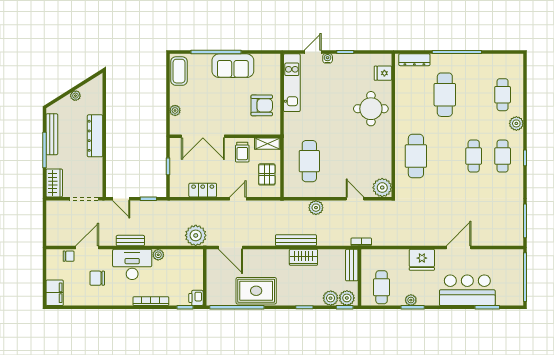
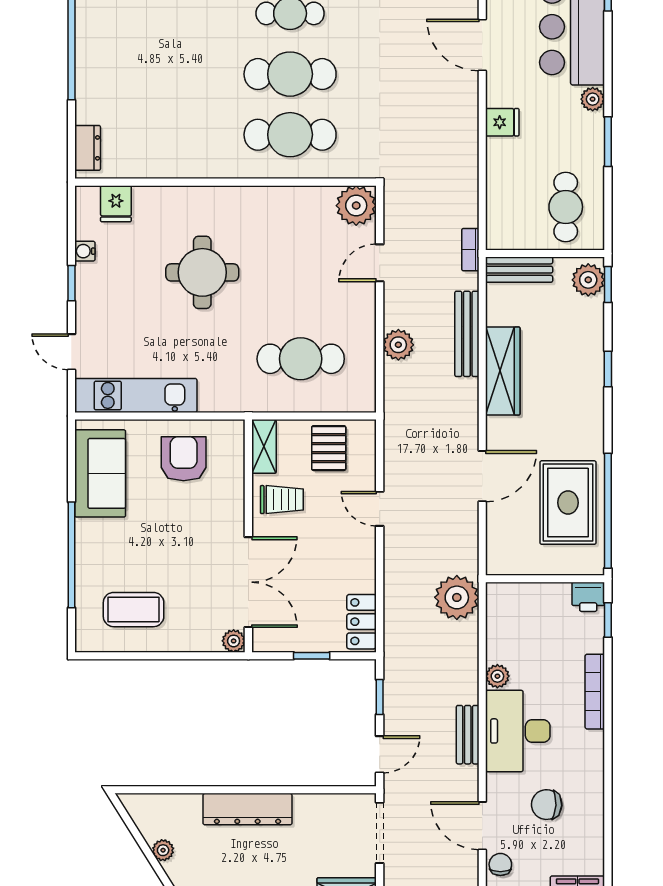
water cooler: (328, 58) -> (85, 251), moved
dresser: (414, 60) -> (88, 148), width x0.70
sofa: (233, 66) -> (100, 473), moved
coffee table: (179, 71) -> (134, 610), moved
cafe table: (445, 95) -> (290, 74), moved
round table: (371, 109) -> (202, 272), moved
plant: (175, 110) -> (234, 641), moved
pallet: (267, 174) -> (329, 448), turned 90
locker: (203, 190) -> (362, 622), moved
bench: (296, 240) -> (467, 334), moved
door: (230, 248) -> (482, 476), moved
wardrobe: (303, 257) -> (503, 371), width x1.50
fridge: (422, 260) -> (502, 122), width x0.53, depth x0.75
chair: (97, 278) -> (547, 805), turned 93
cafe table: (382, 287) -> (566, 207), turned 90
rug: (256, 291) -> (568, 503), moved
plant: (331, 298) -> (589, 314), removed
plant: (411, 300) -> (593, 99), moved

